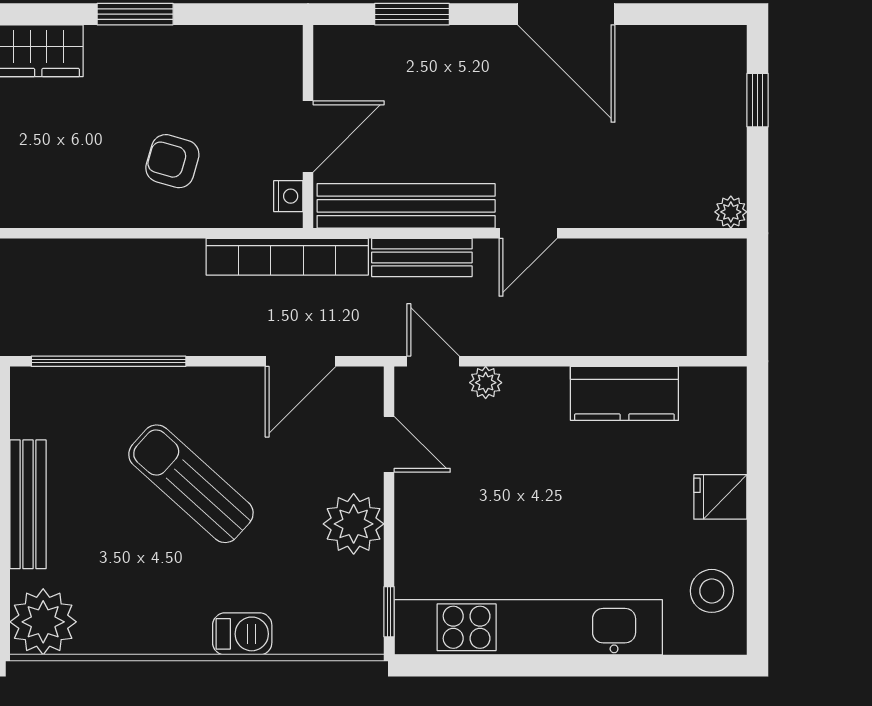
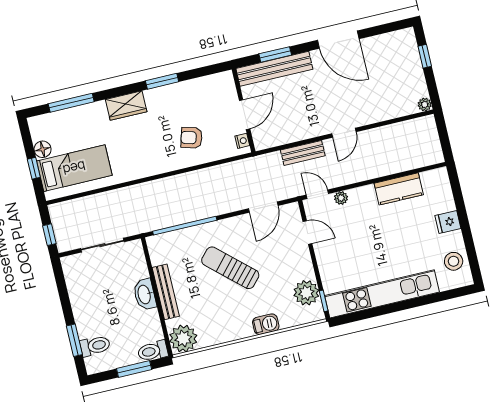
bench: (406, 206) -> (274, 69), moved
bookcase: (287, 257) -> (248, 166), removed
plant: (354, 524) -> (306, 293), moved

